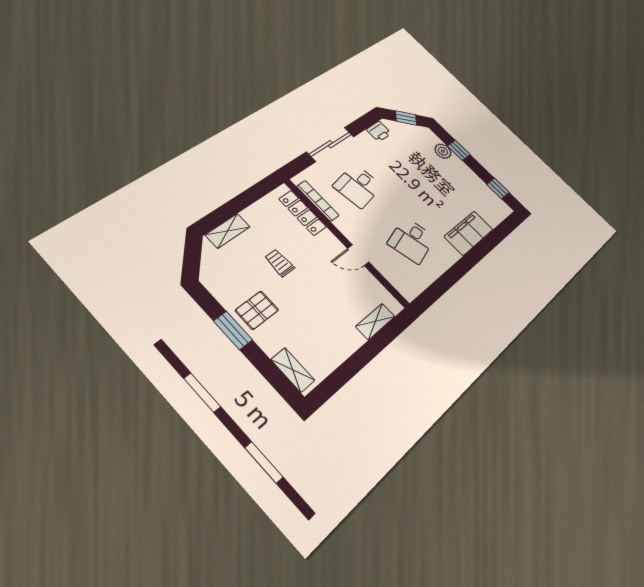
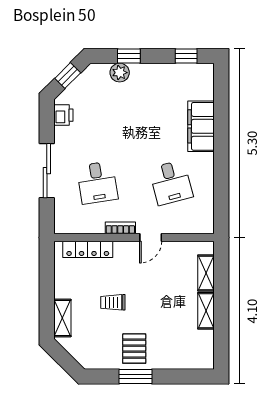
bookcase: (318, 201) -> (120, 228), moved, width x0.64
shelving: (293, 370) -> (206, 311), moved, turned 90

